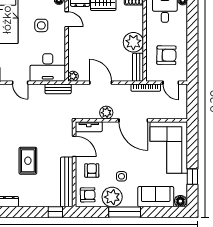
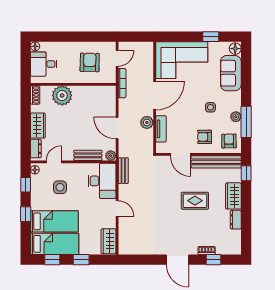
plant: (133, 42) -> (62, 95), moved
bench: (138, 67) -> (88, 155), moved
door: (20, 83) -> (117, 208), hinge flipped
door: (101, 83) -> (117, 128), hinge flipped
tv unit: (89, 127) -> (161, 129), moved
door: (74, 146) -> (181, 154), swing flipped
plant: (112, 197) -> (236, 117), width x0.53, depth x0.53
wardrobe: (33, 199) -> (233, 196), added
window: (125, 212) -> (246, 122), moved

